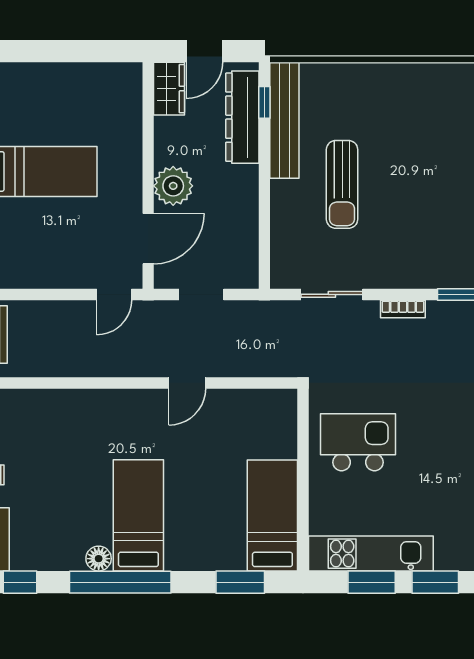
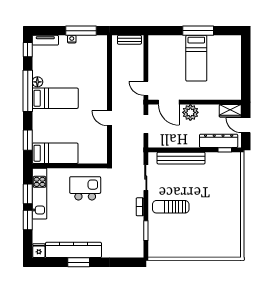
bench: (284, 120) -> (181, 158), moved
sun lounger: (342, 184) -> (171, 207), moved
kitchen island: (358, 442) -> (85, 188), turned -90

